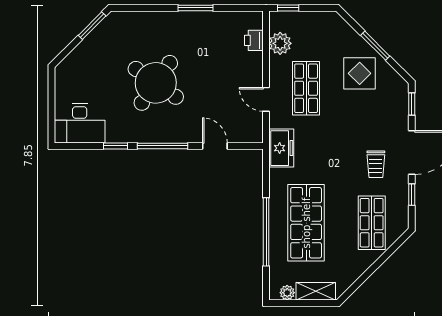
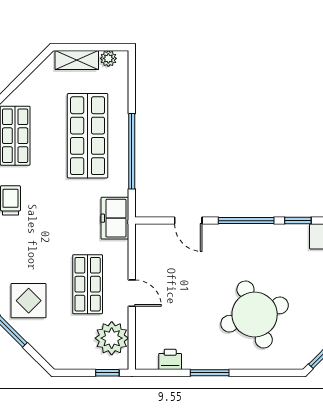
printer: (254, 40) -> (170, 359), moved, turned -90
plant: (280, 43) -> (112, 338), width x1.36, depth x1.36
round table: (156, 83) -> (255, 315), moved, turned 35
door: (266, 99) -> (132, 293), moved
window: (266, 232) -> (132, 151), moved

